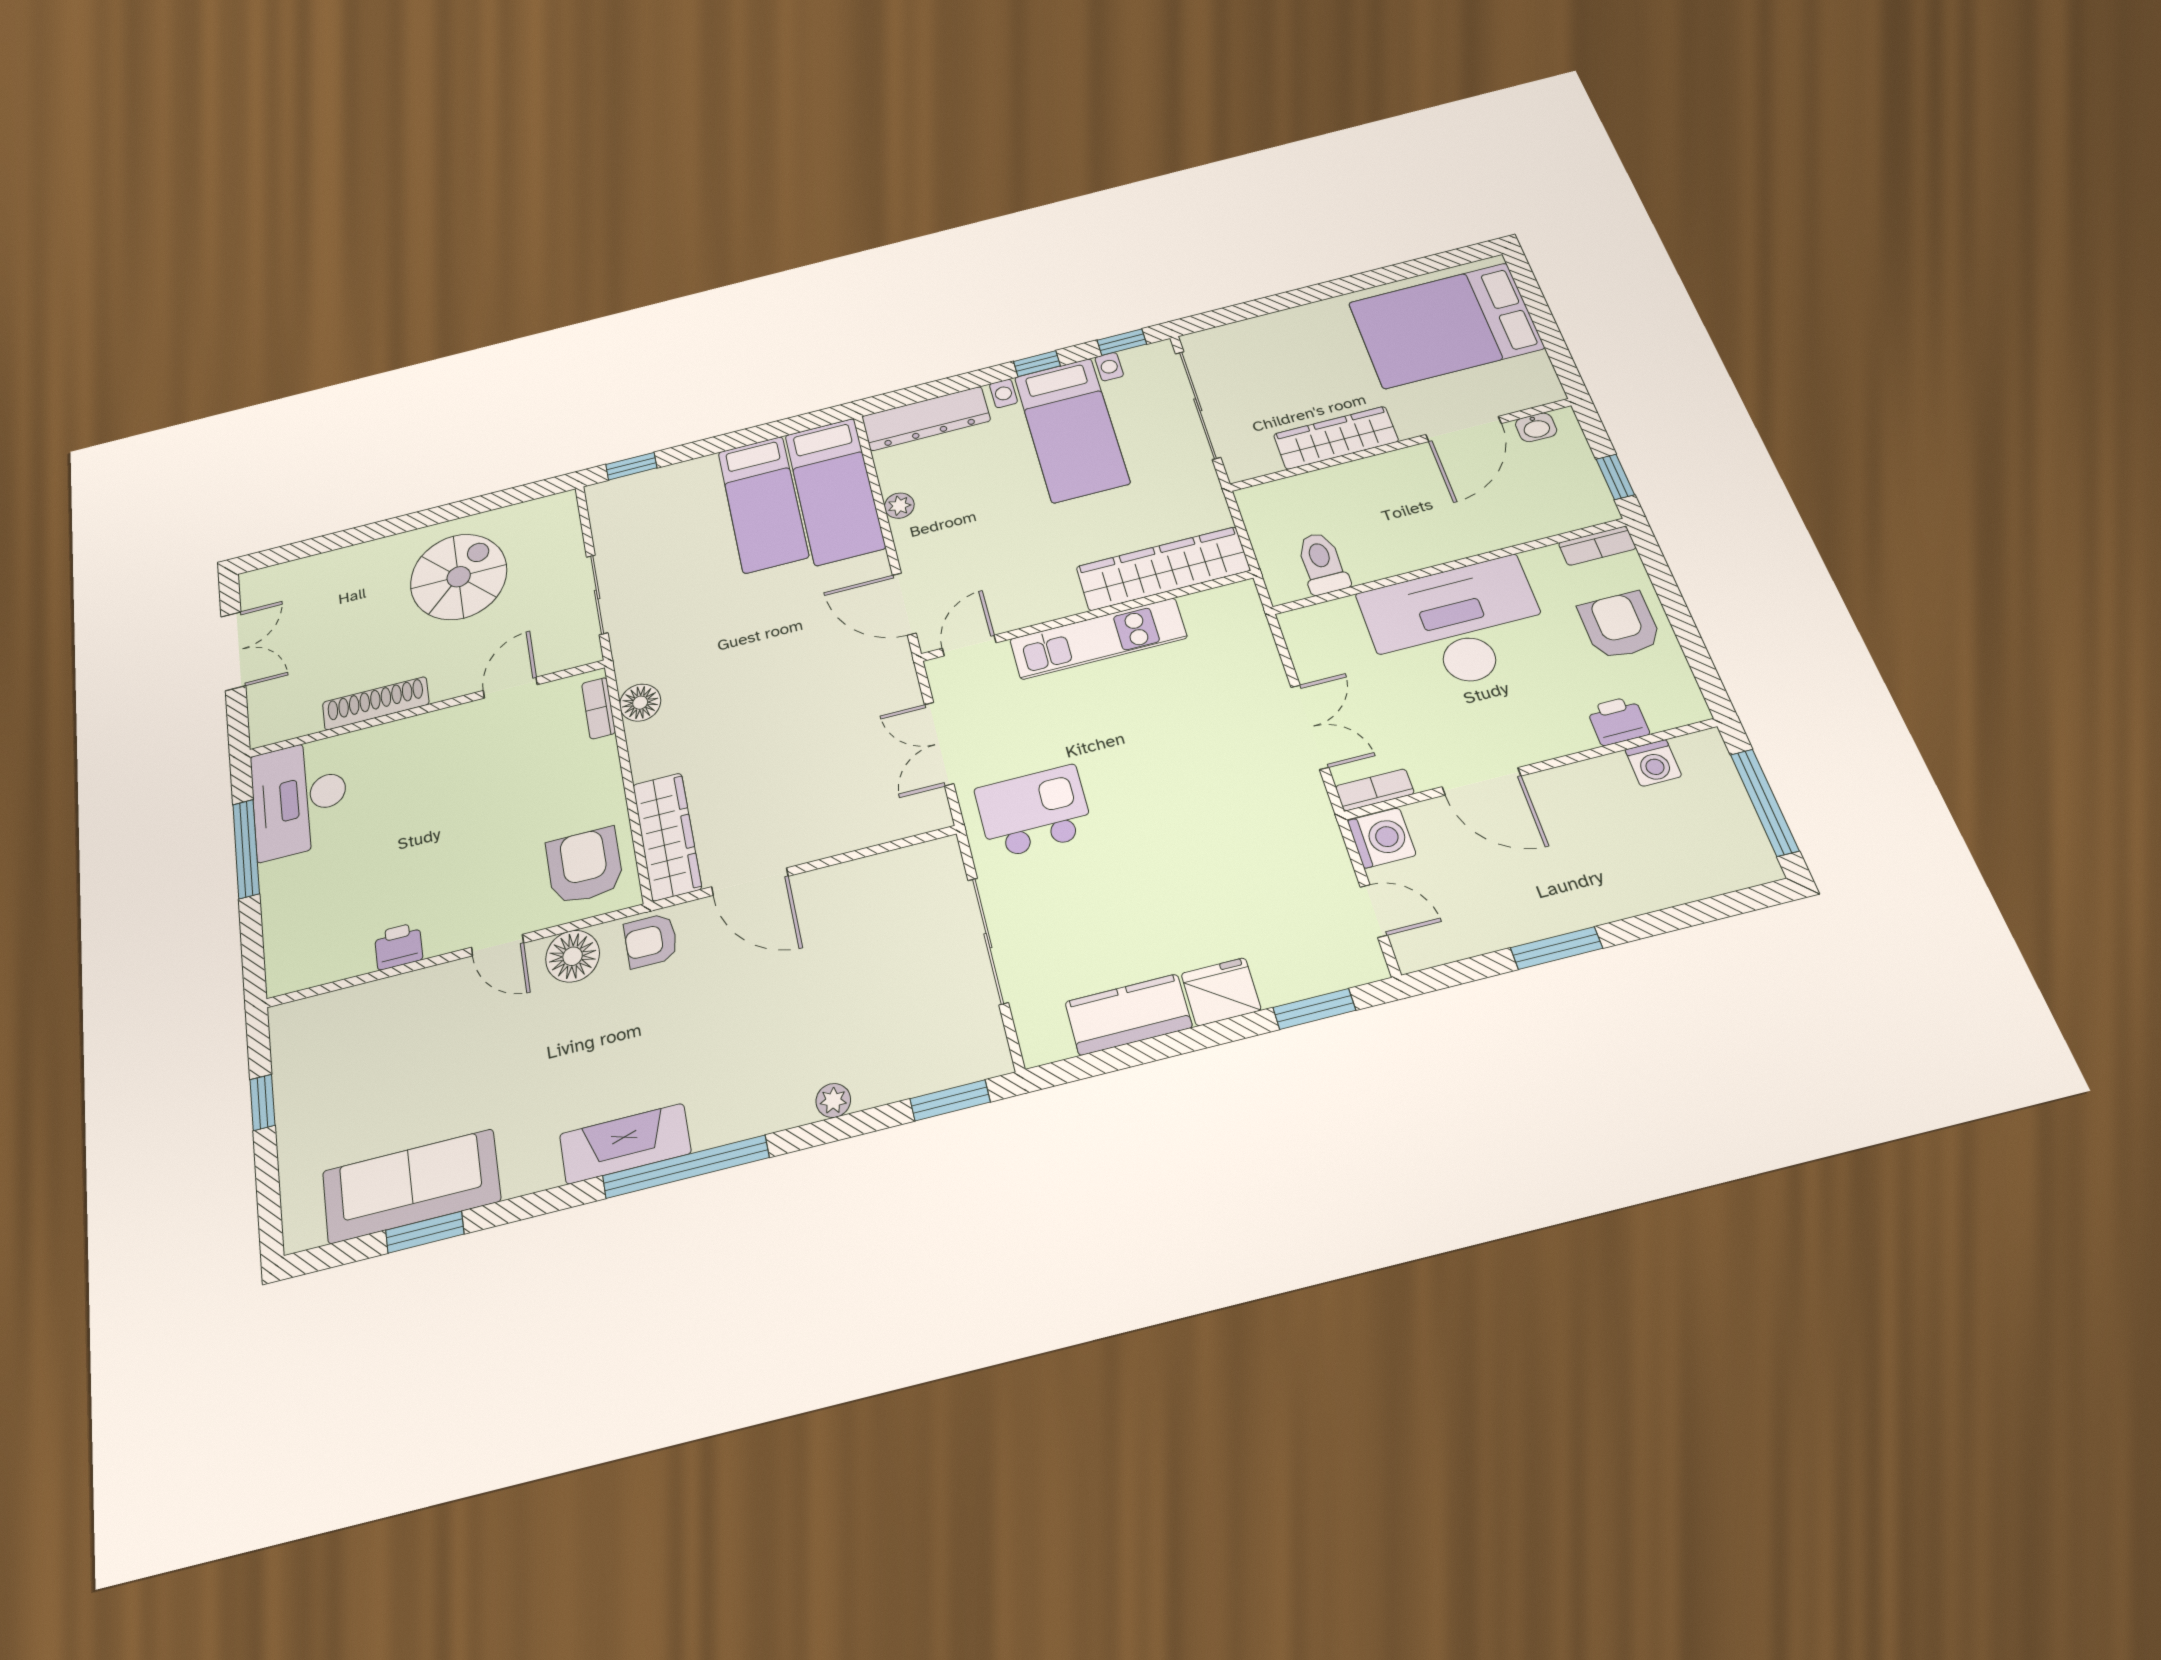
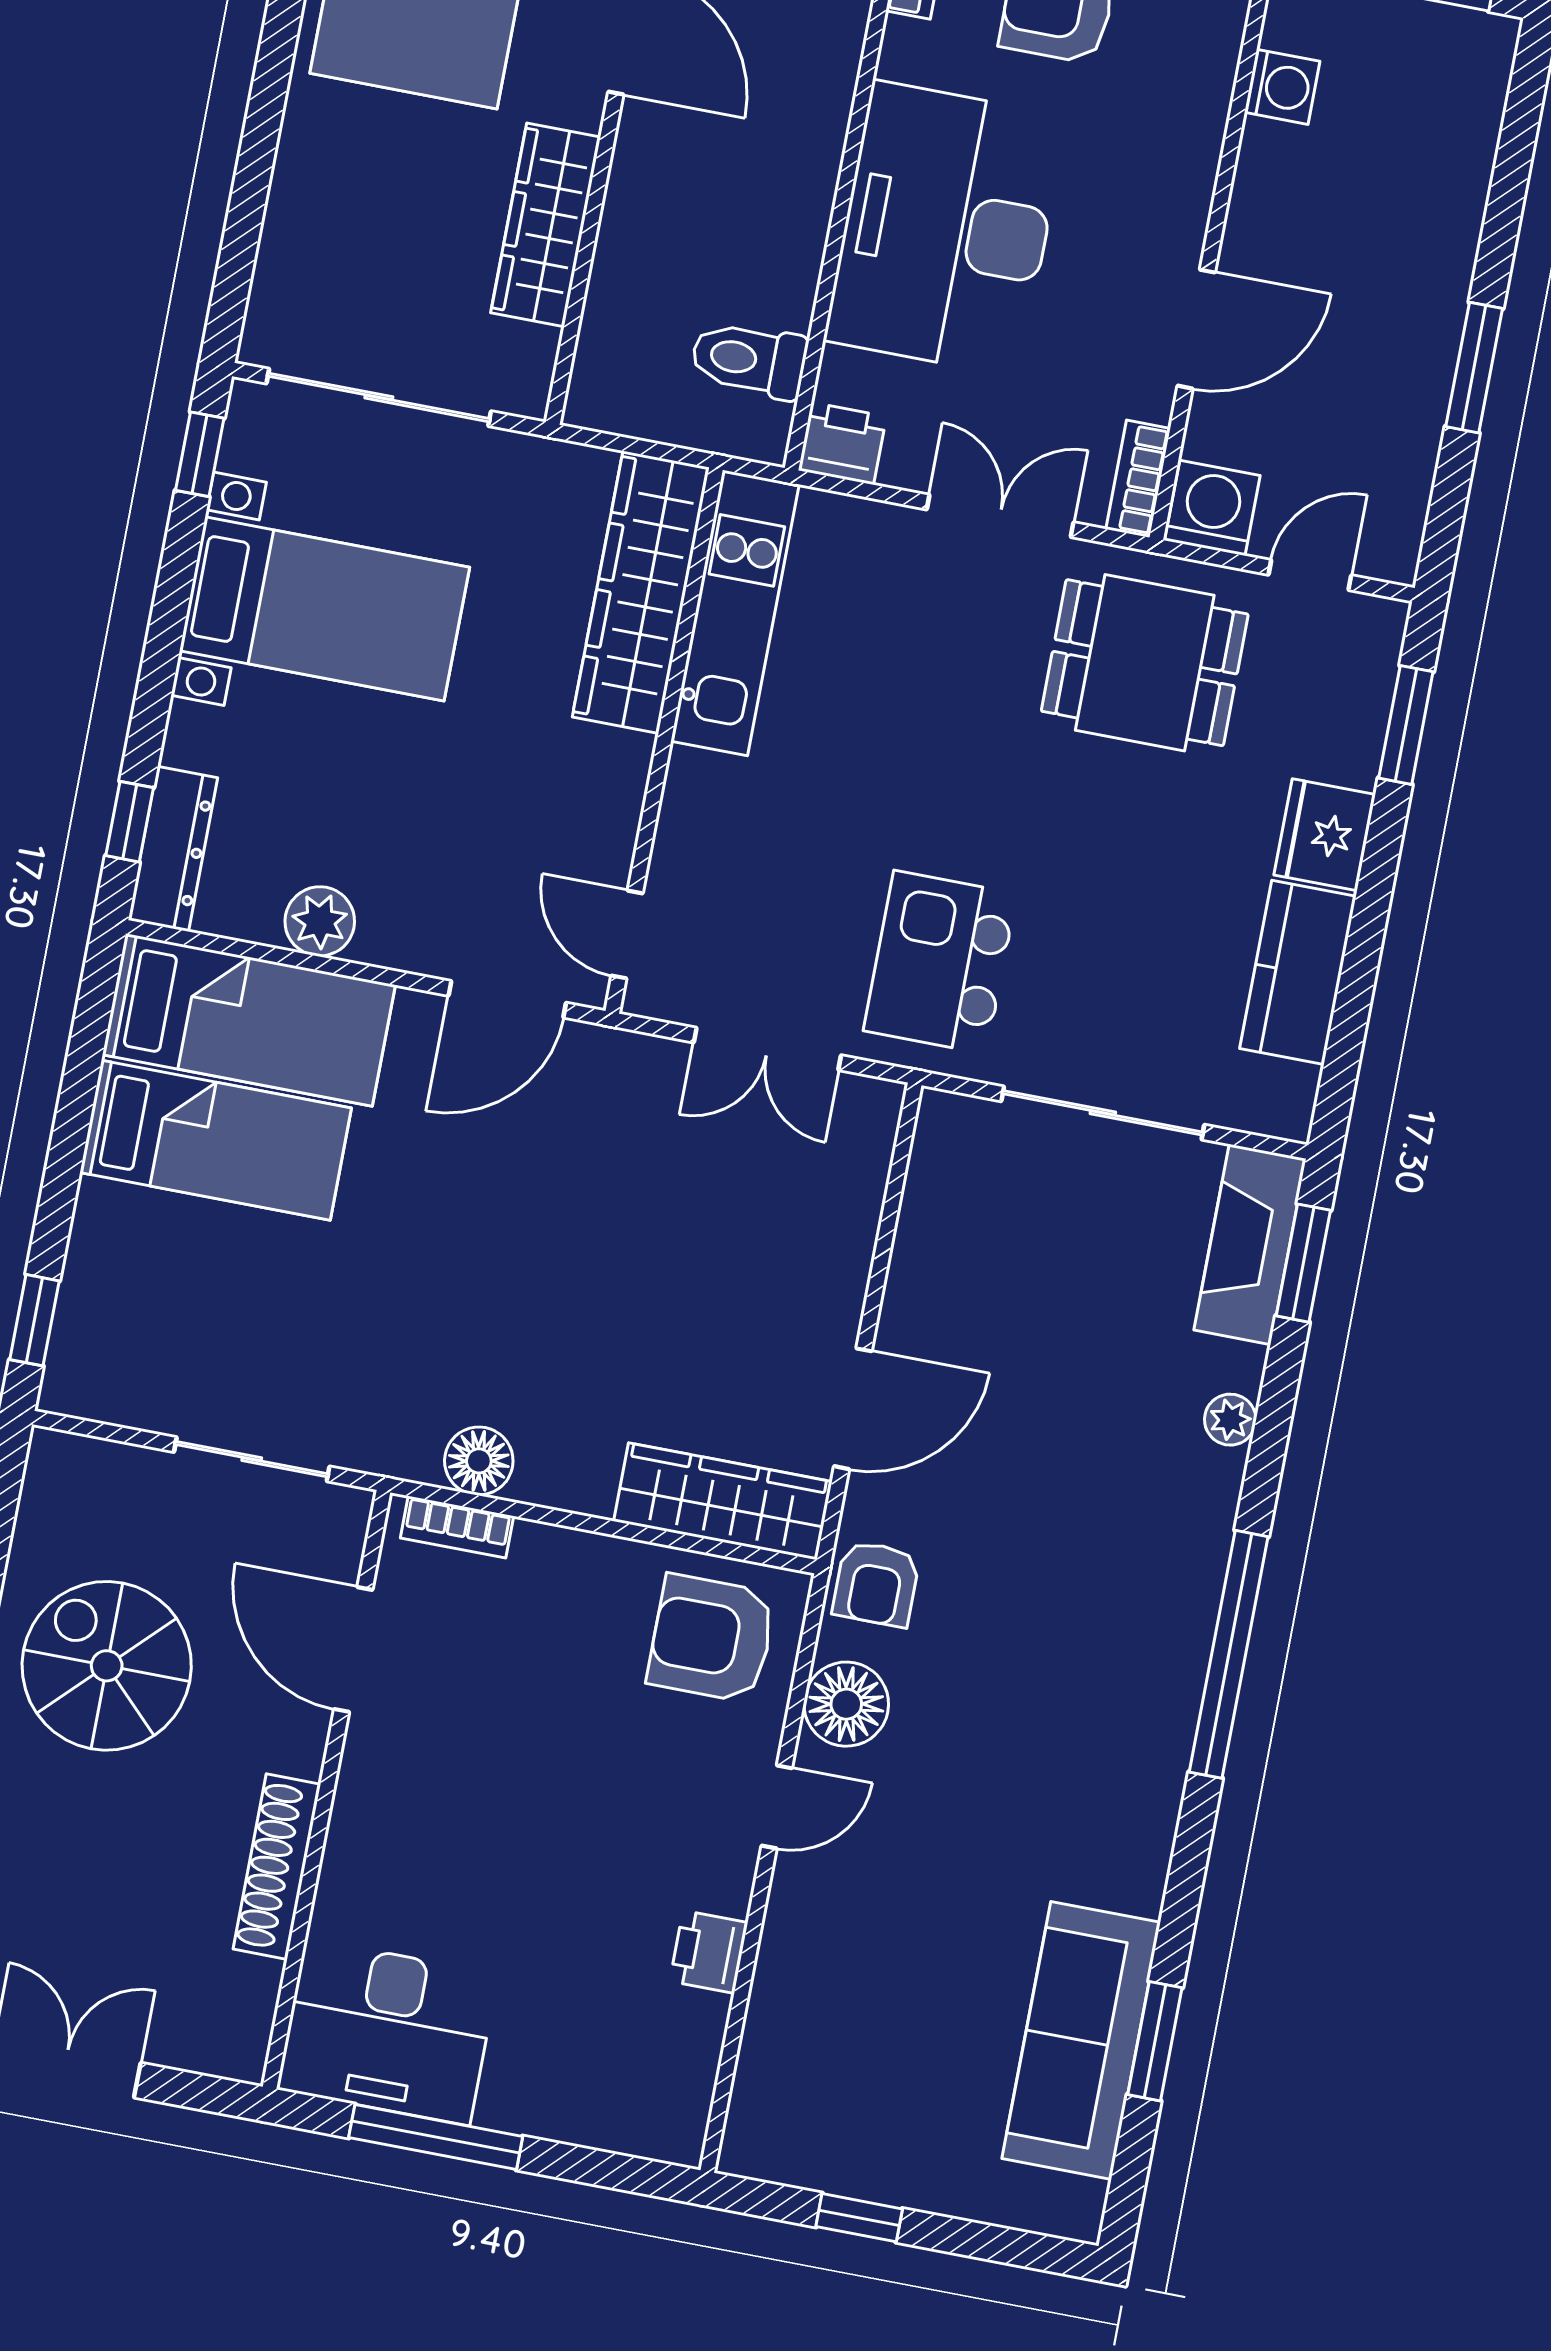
window: (1037, 364) -> (130, 822), moved
dresser: (926, 419) -> (173, 849), width x0.73, depth x0.80
plant: (899, 506) -> (320, 921), width x1.38, depth x1.38
kitchen unit: (1098, 639) -> (735, 613), moved
door: (510, 688) -> (353, 1650), width x1.38
printer: (1618, 721) -> (842, 443), moved, turned 90
dining table: (1269, 842) -> (1145, 663), added
fireplace: (625, 1144) -> (1250, 1244), moved

